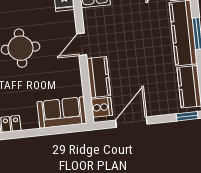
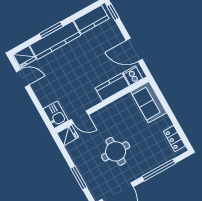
door: (82, 44) -> (80, 117), moved

